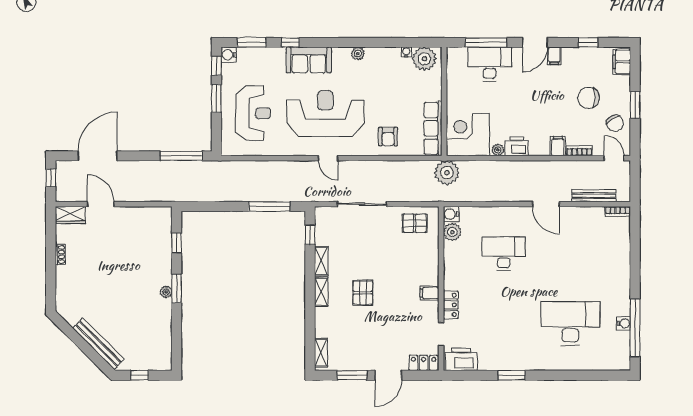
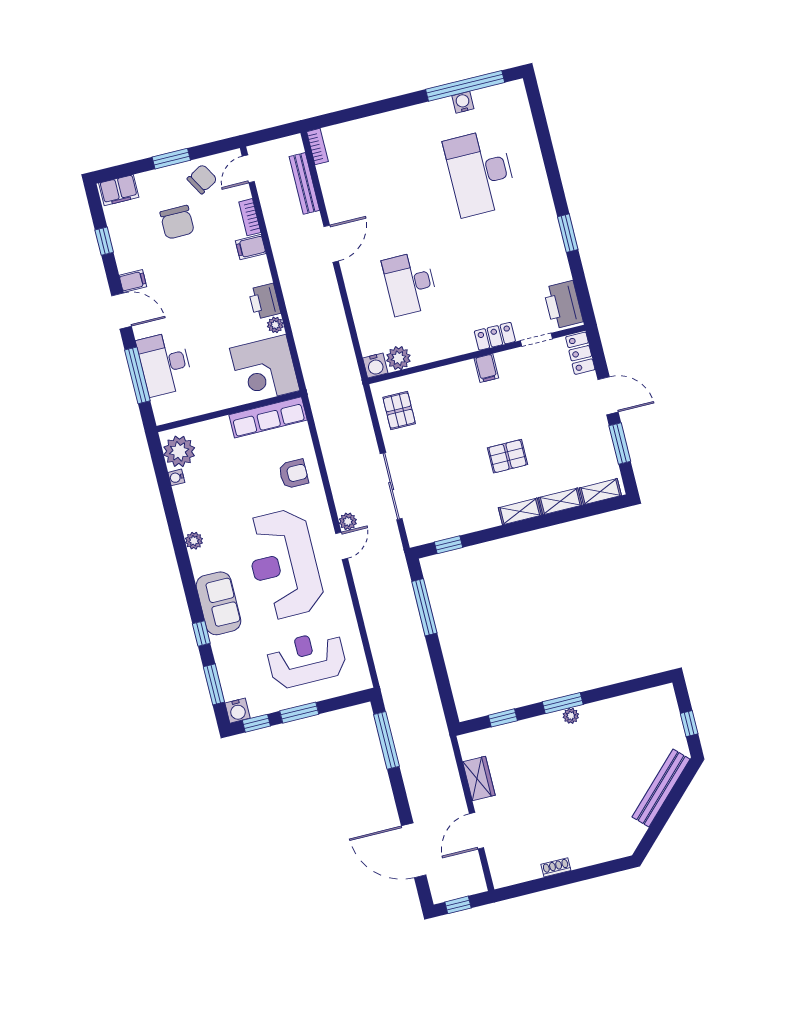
plant: (447, 173) -> (348, 521), moved, width x0.53, depth x0.53
wardrobe: (70, 215) -> (479, 778), moved
shelving: (321, 261) -> (560, 501), moved

